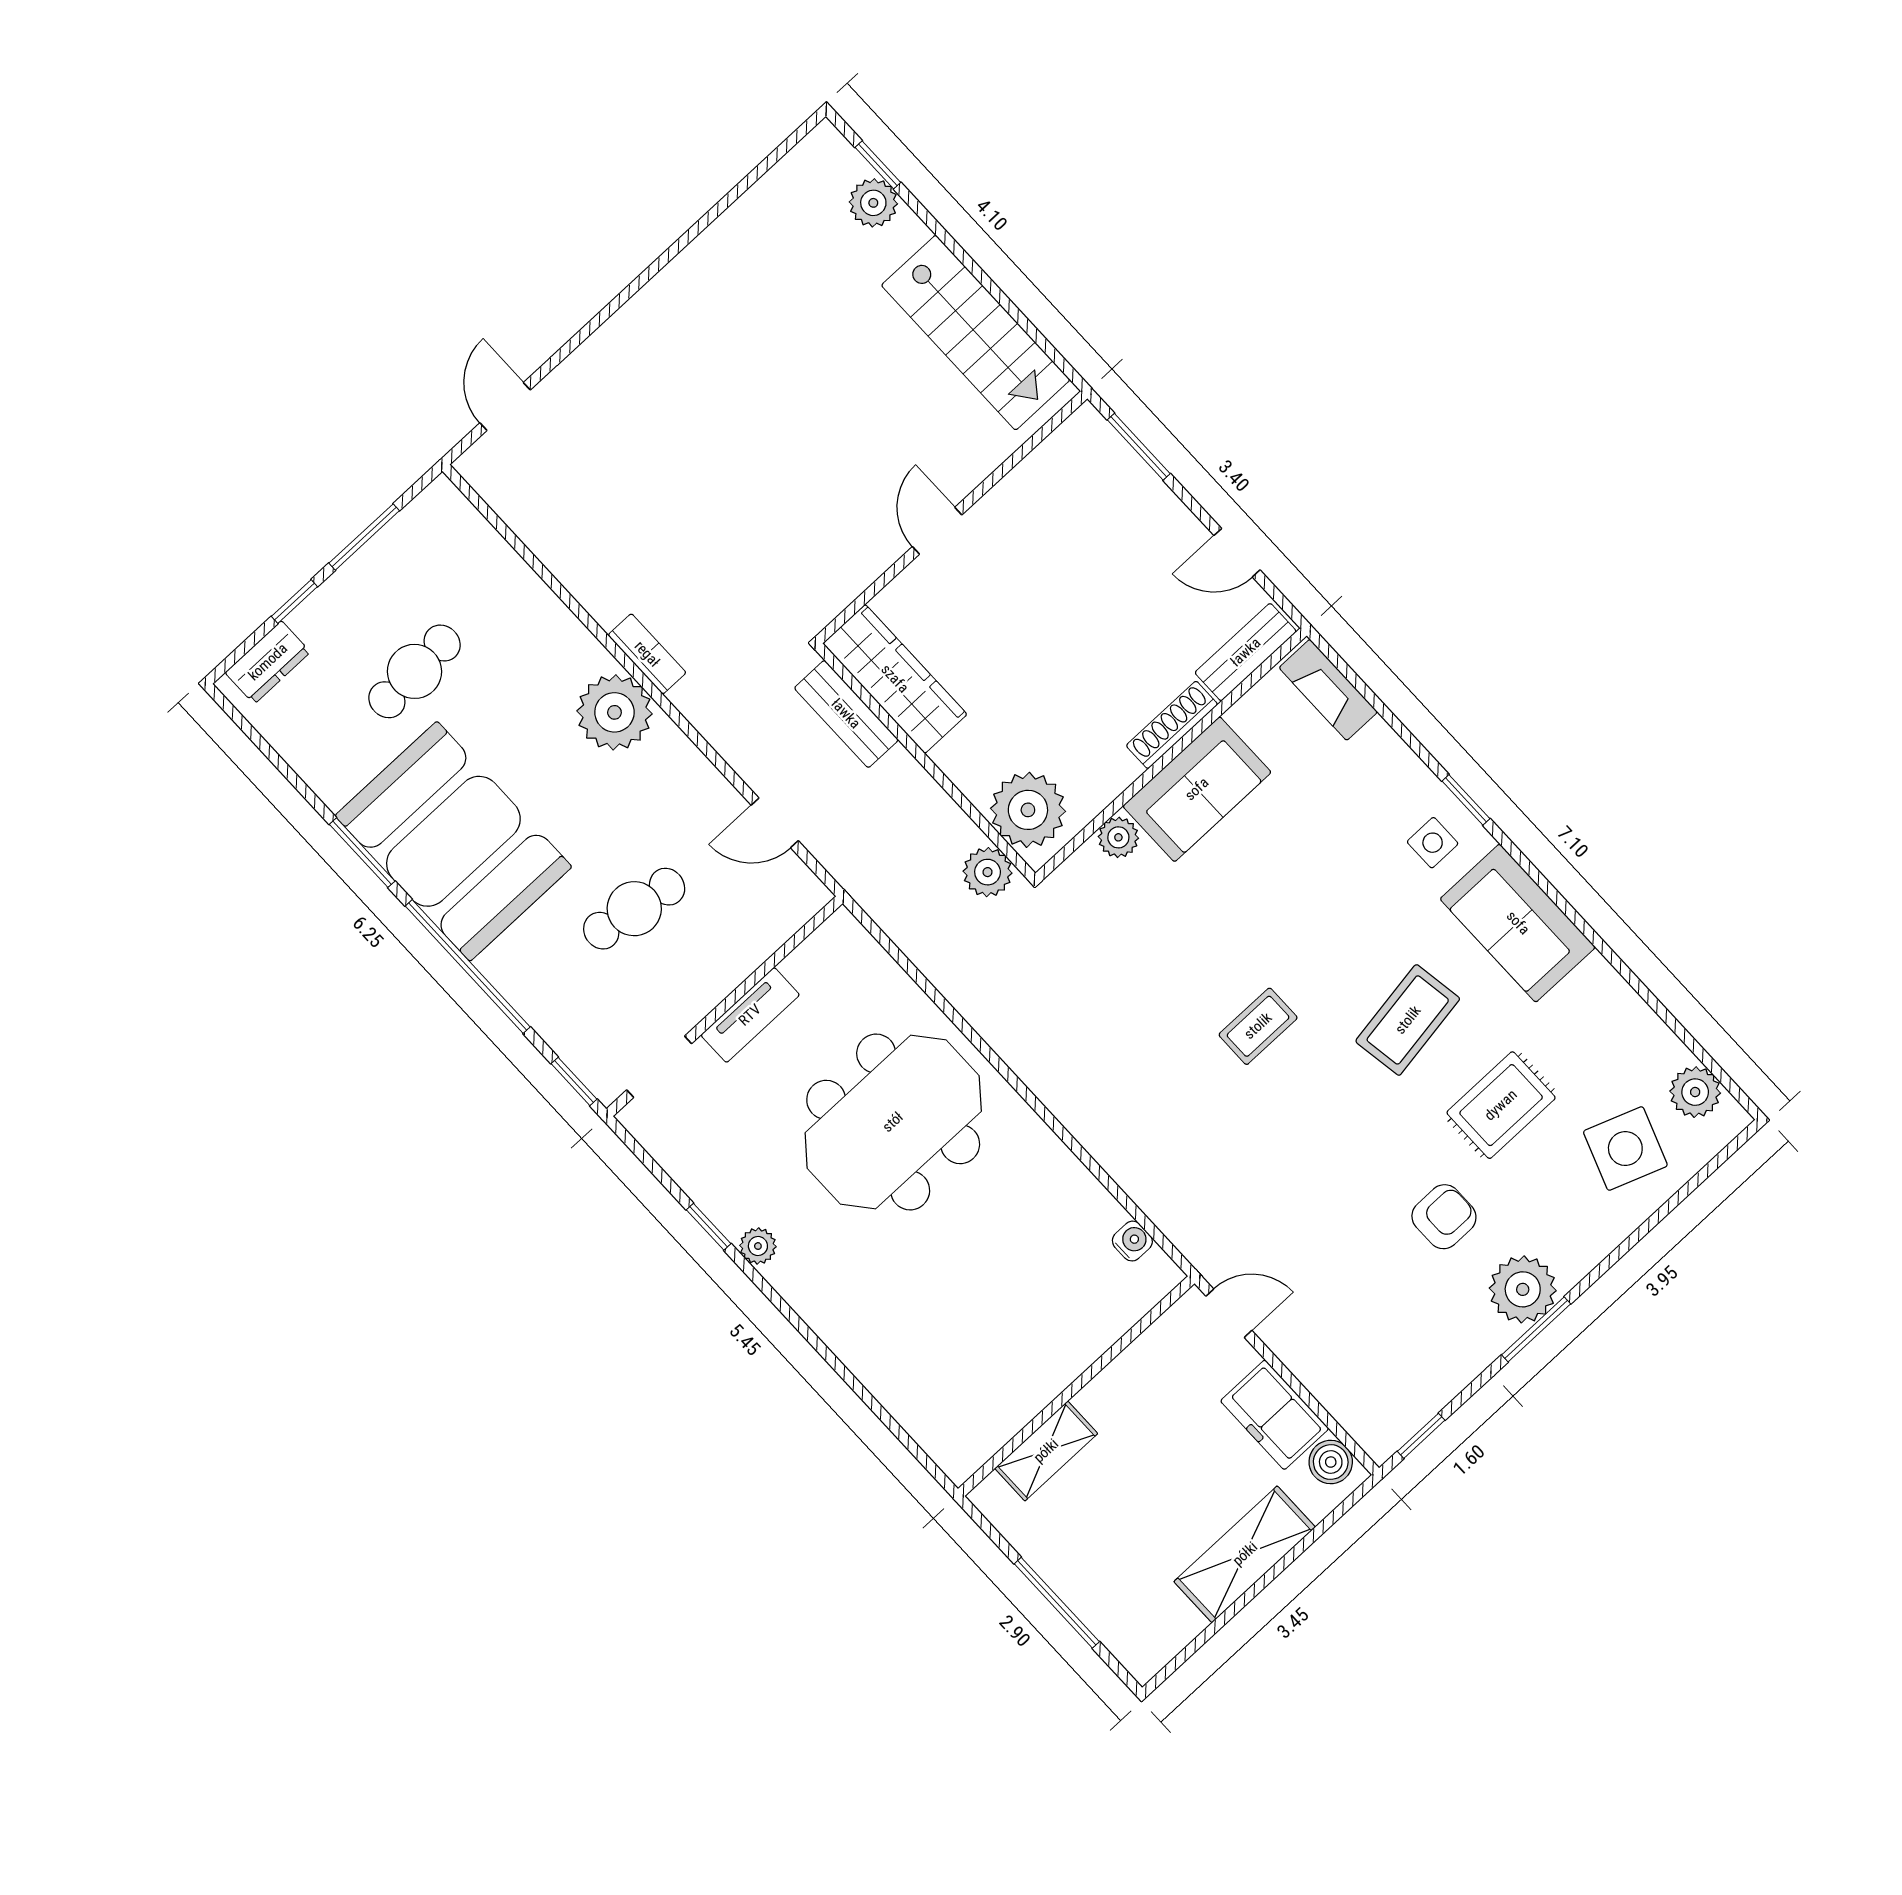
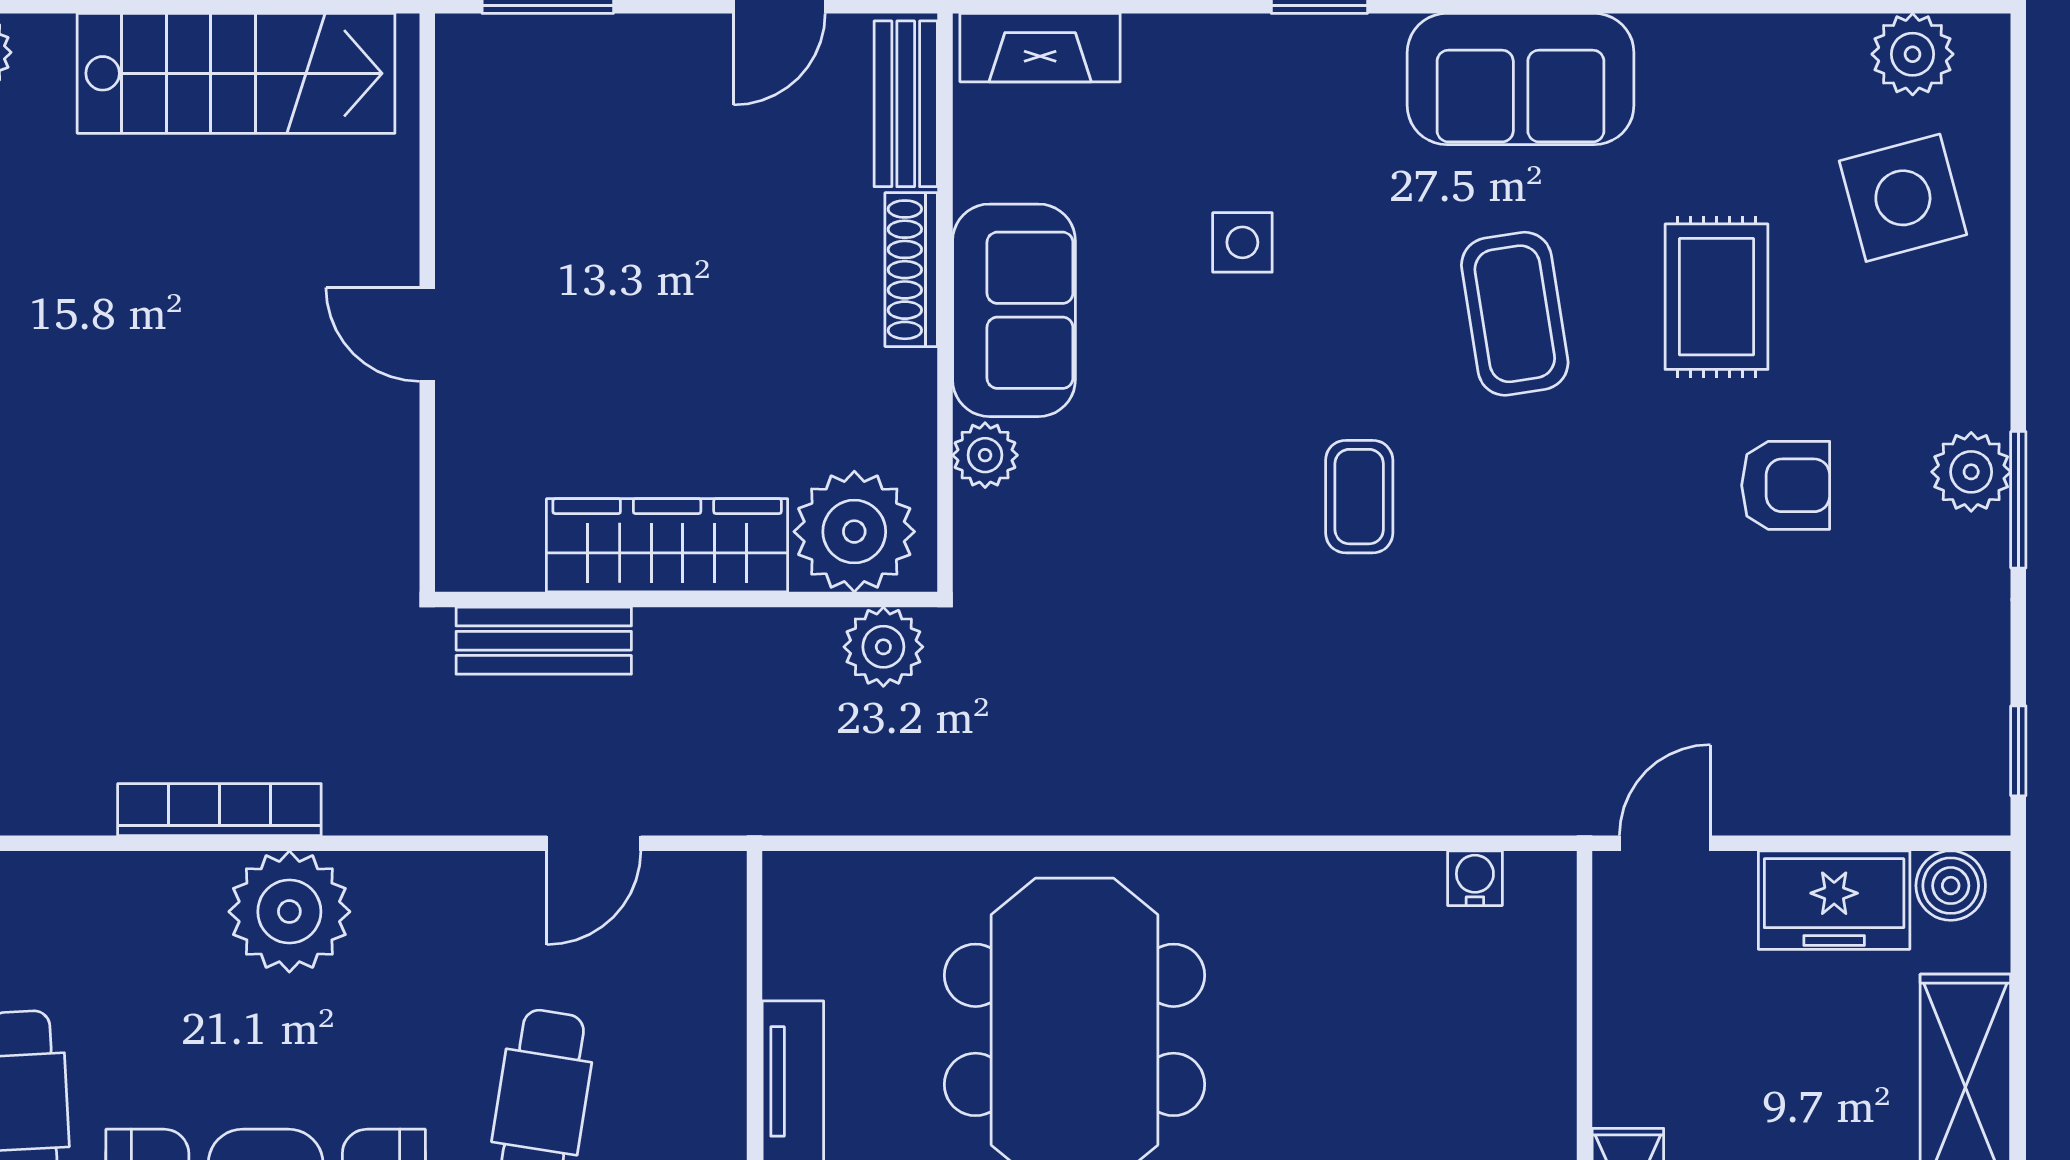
bookcase: (647, 654) -> (219, 810), width x1.56
wardrobe: (895, 679) -> (667, 545), moved
side table: (1433, 843) -> (1242, 242), moved
side table: (1625, 1149) -> (1903, 198), turned -35
armchair: (1444, 1217) -> (1786, 485), turned 90
plant: (1523, 1289) -> (1971, 472), width x0.73, depth x0.73

